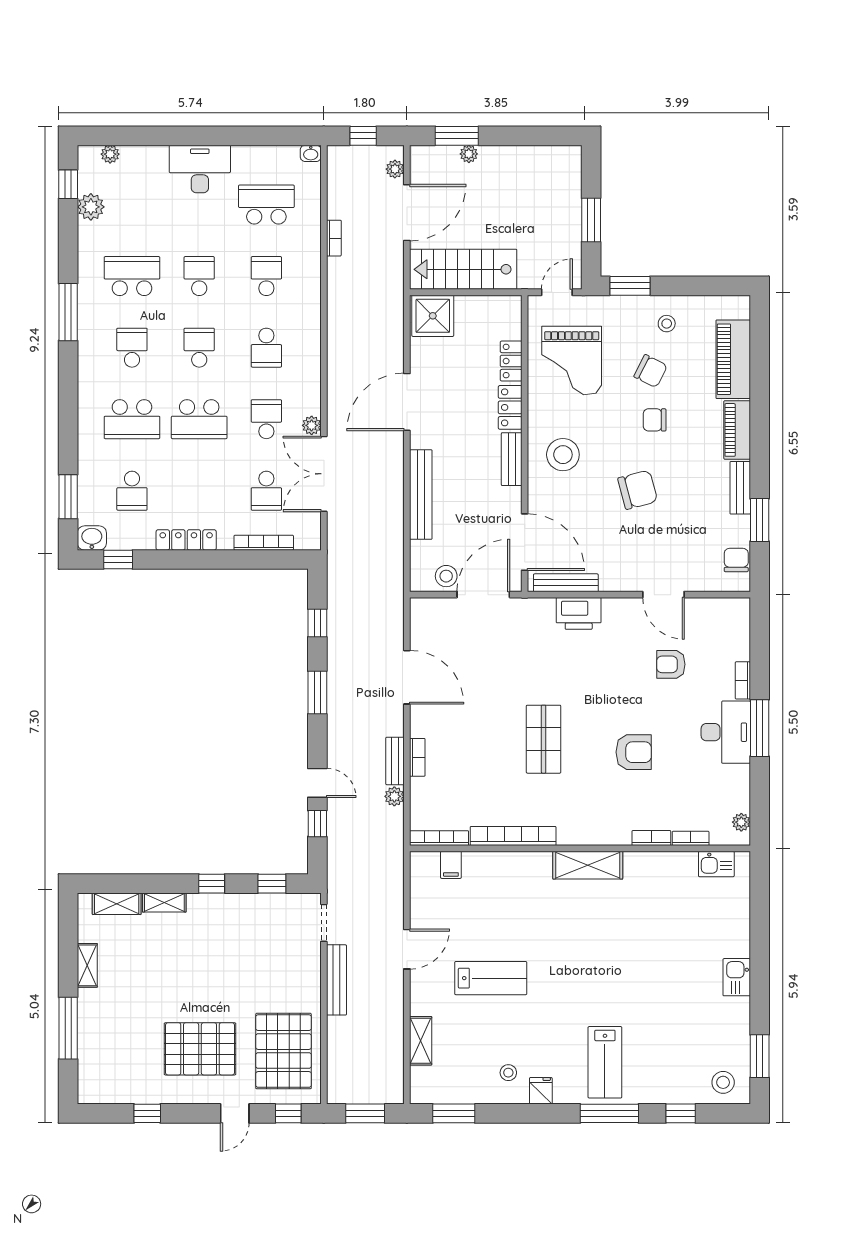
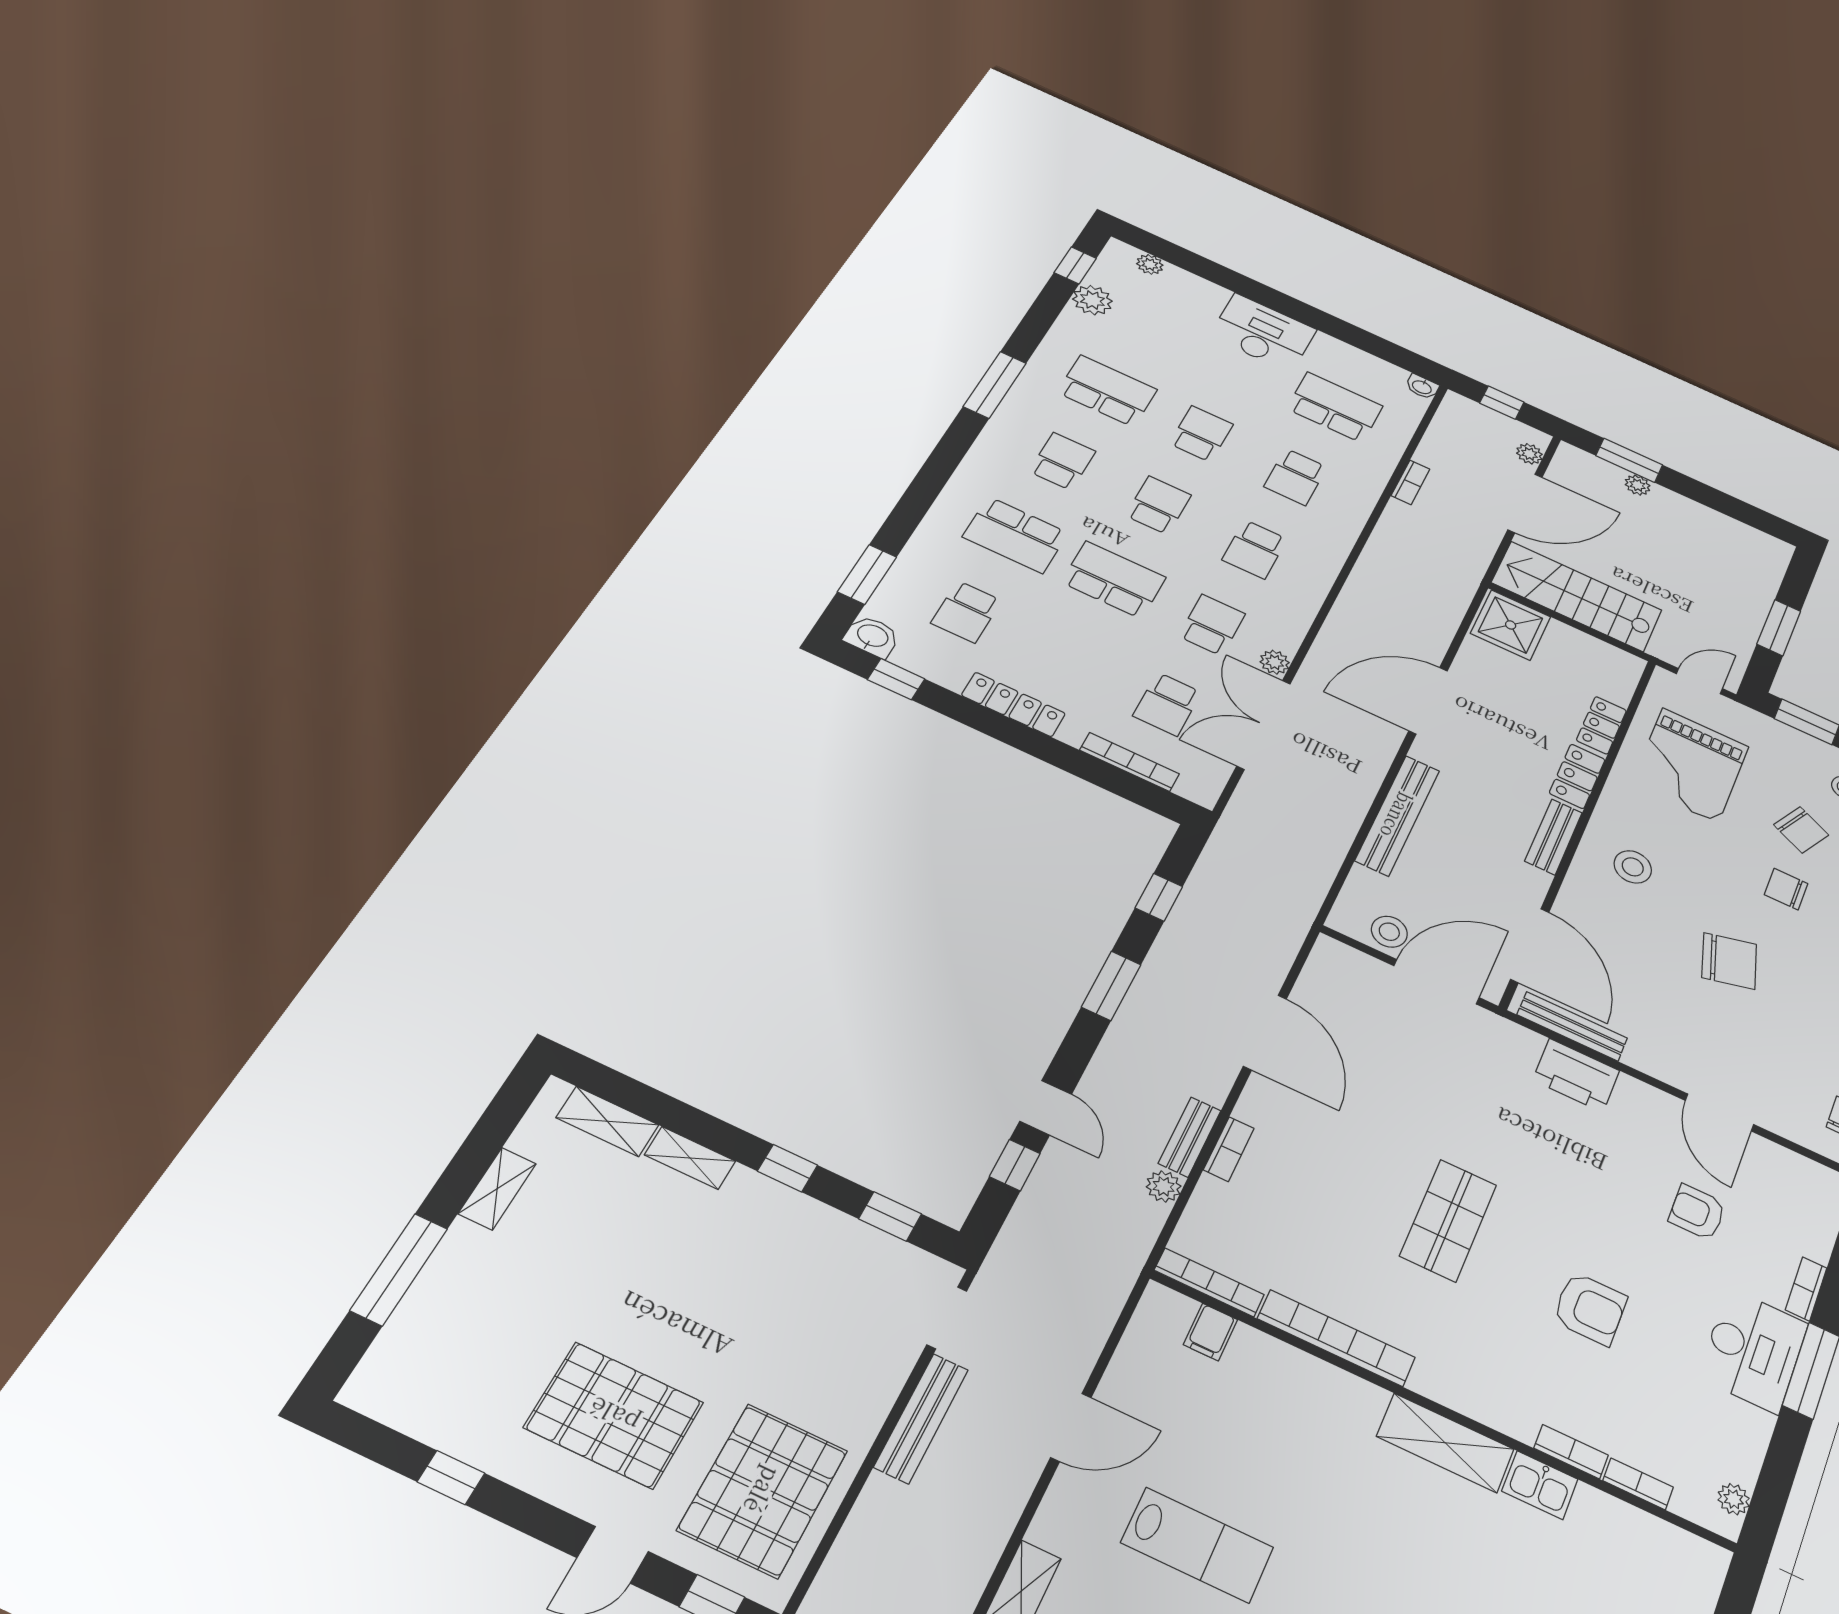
school desk: (266, 276) -> (1296, 477), turned 180
school desk: (199, 419) -> (1114, 580), turned 180
stool: (563, 455) -> (1633, 867), width x0.73, depth x0.73
kitchen sink: (716, 864) -> (1540, 1485), moved

